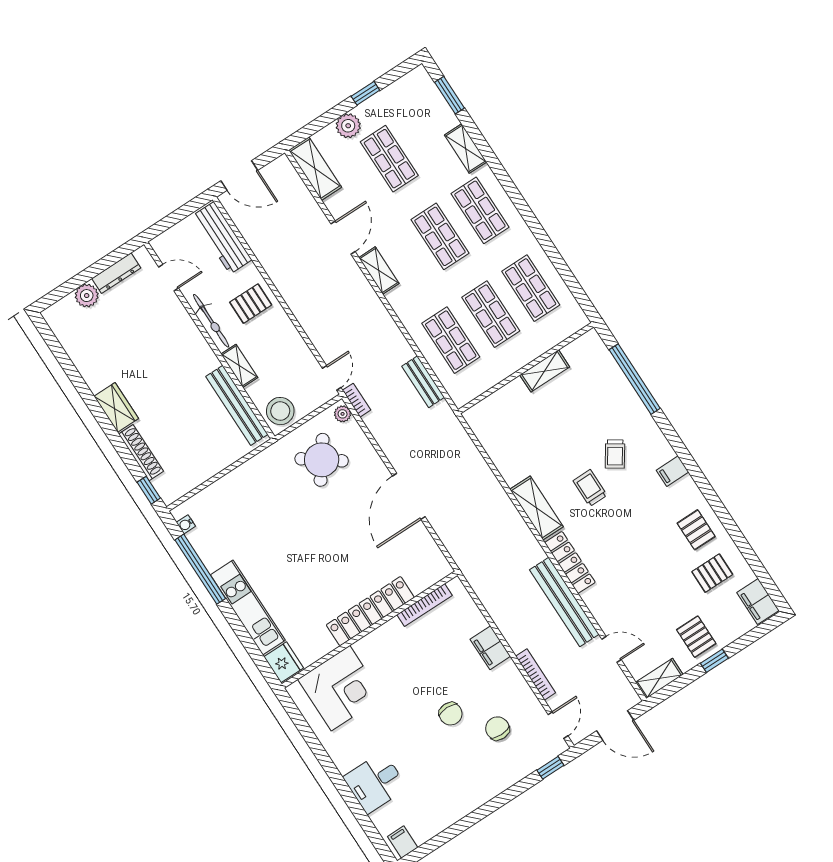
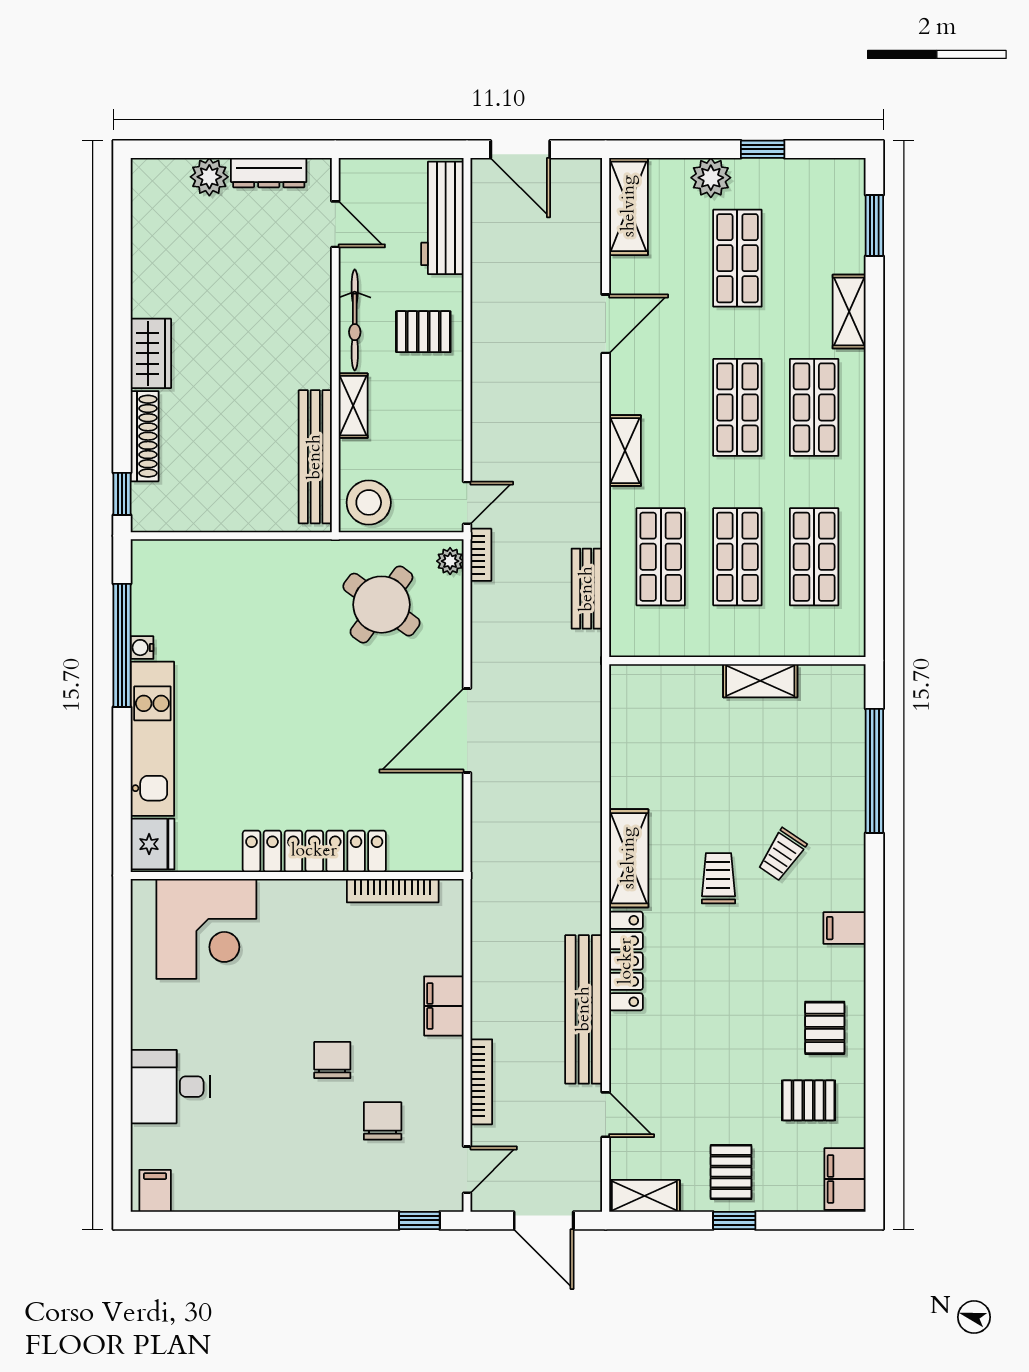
shelving: (379, 271) -> (625, 451), moved
water cooler: (186, 524) -> (142, 648), moved
chair: (451, 714) -> (332, 1060), turned 180

